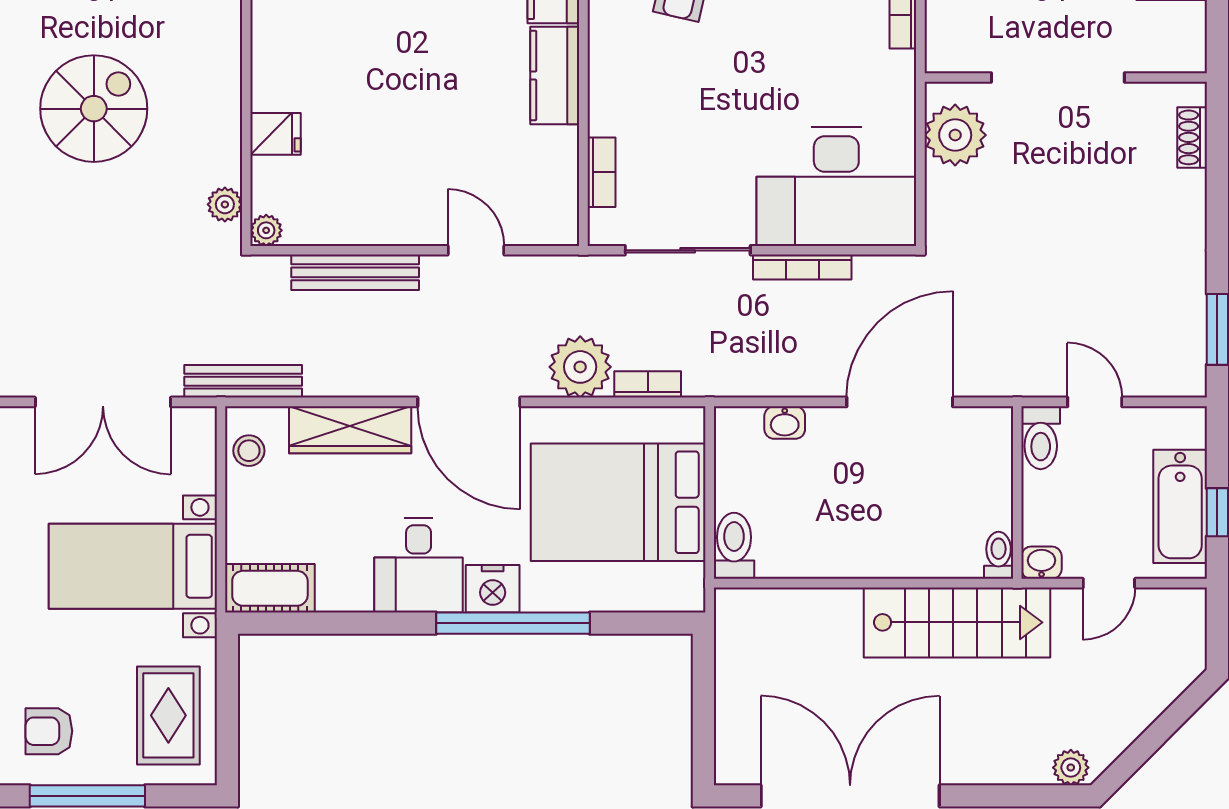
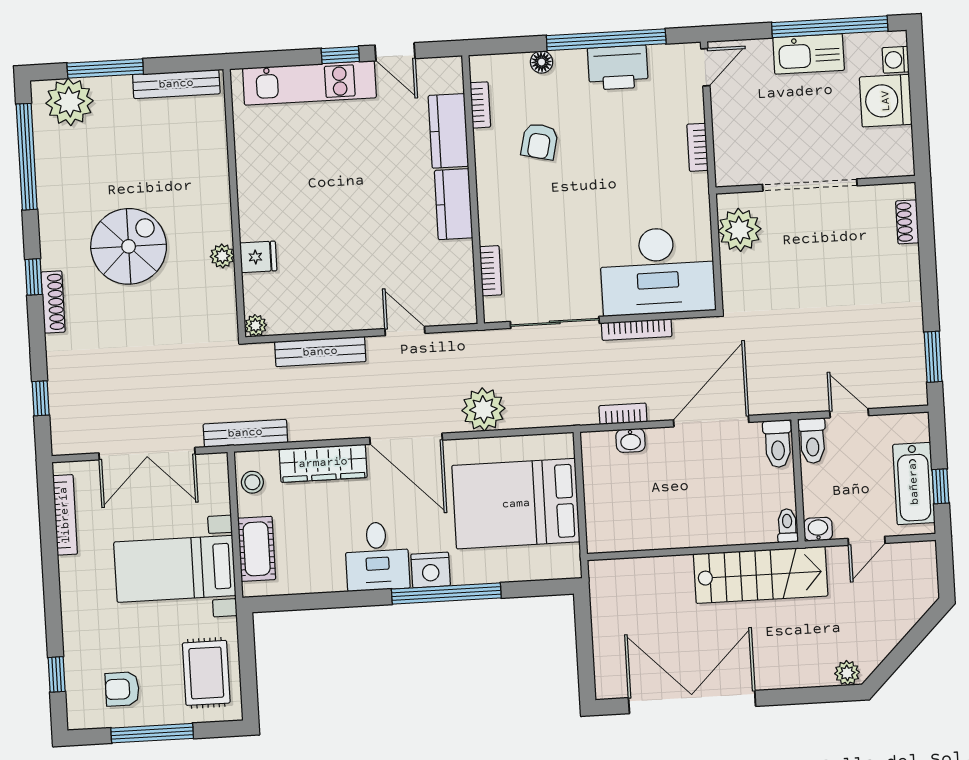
plant: (225, 204) -> (222, 256), moved
bookcase: (648, 384) -> (623, 414), moved
toilet: (734, 546) -> (778, 444), moved, turned 180
cot: (270, 588) -> (257, 549), moved, turned 90

